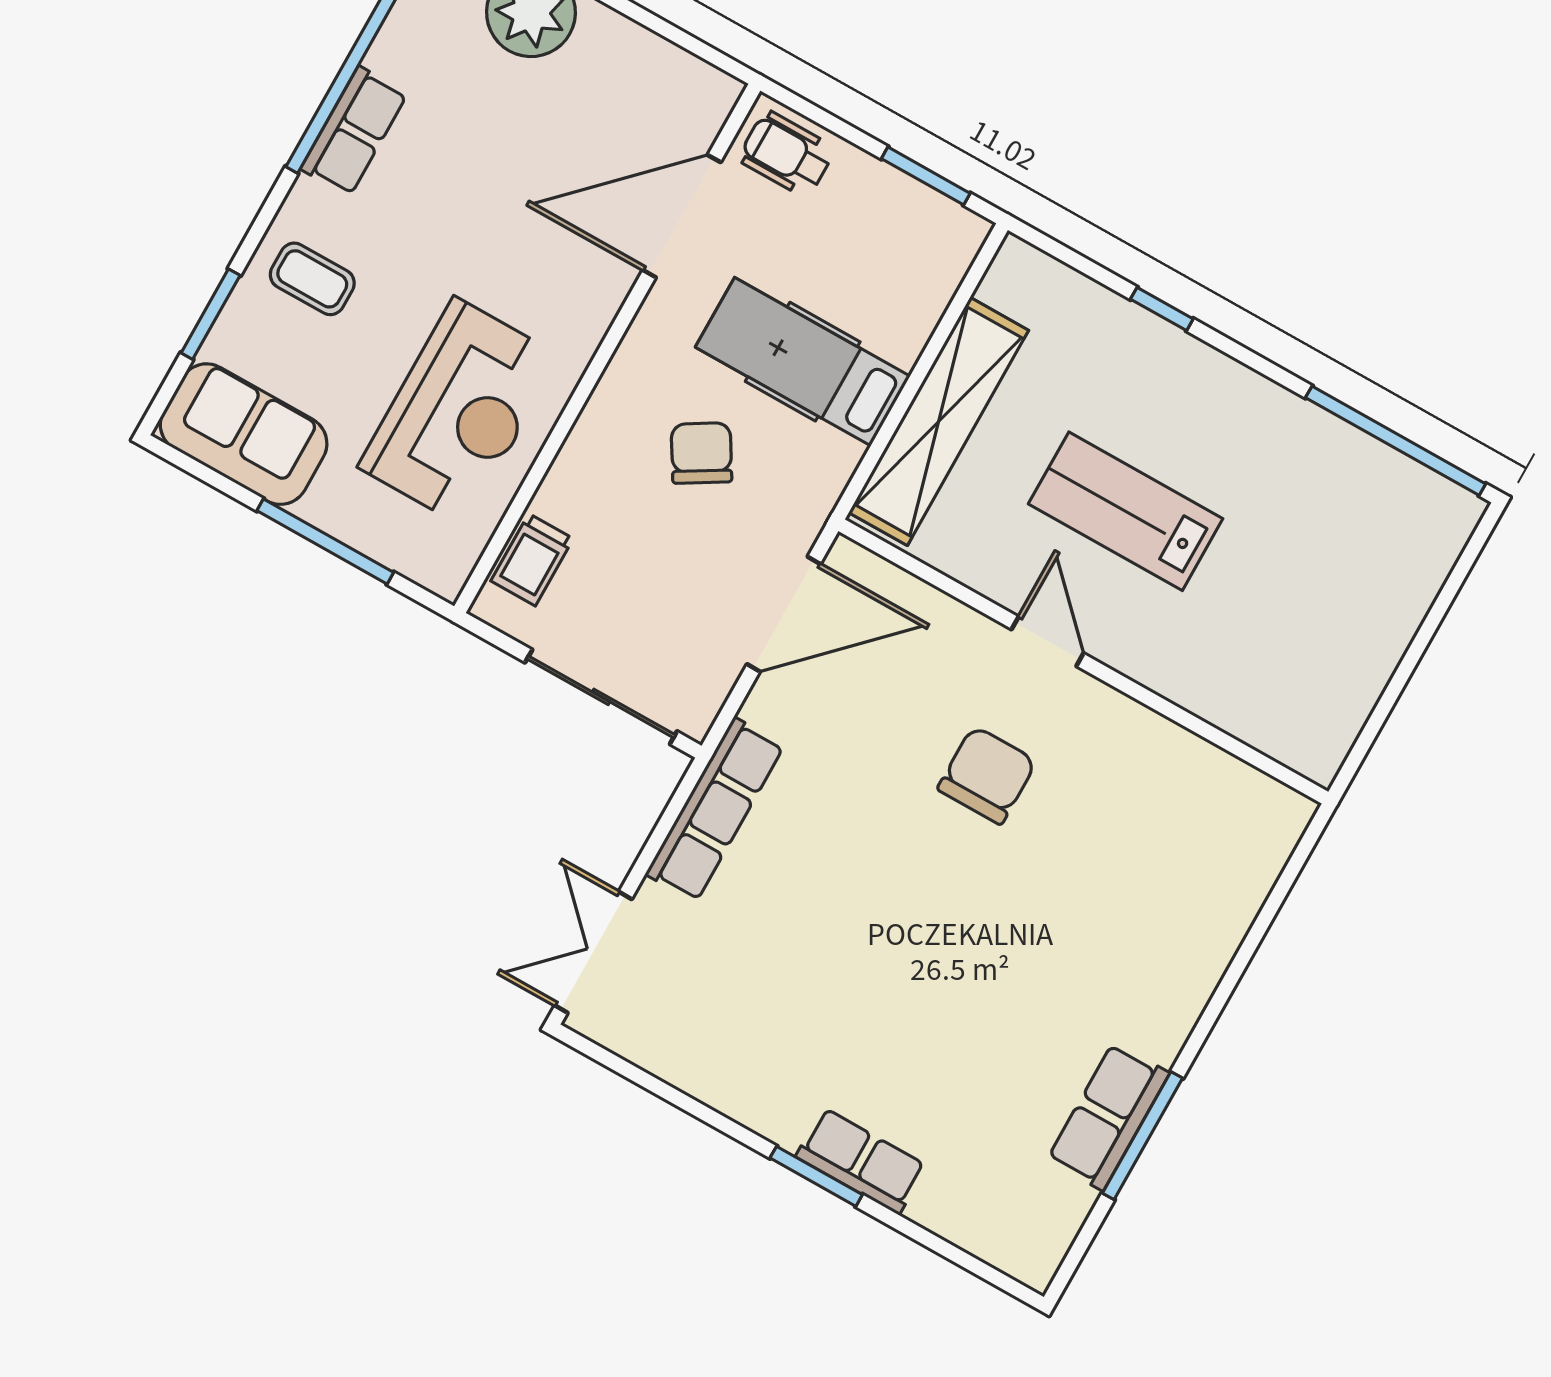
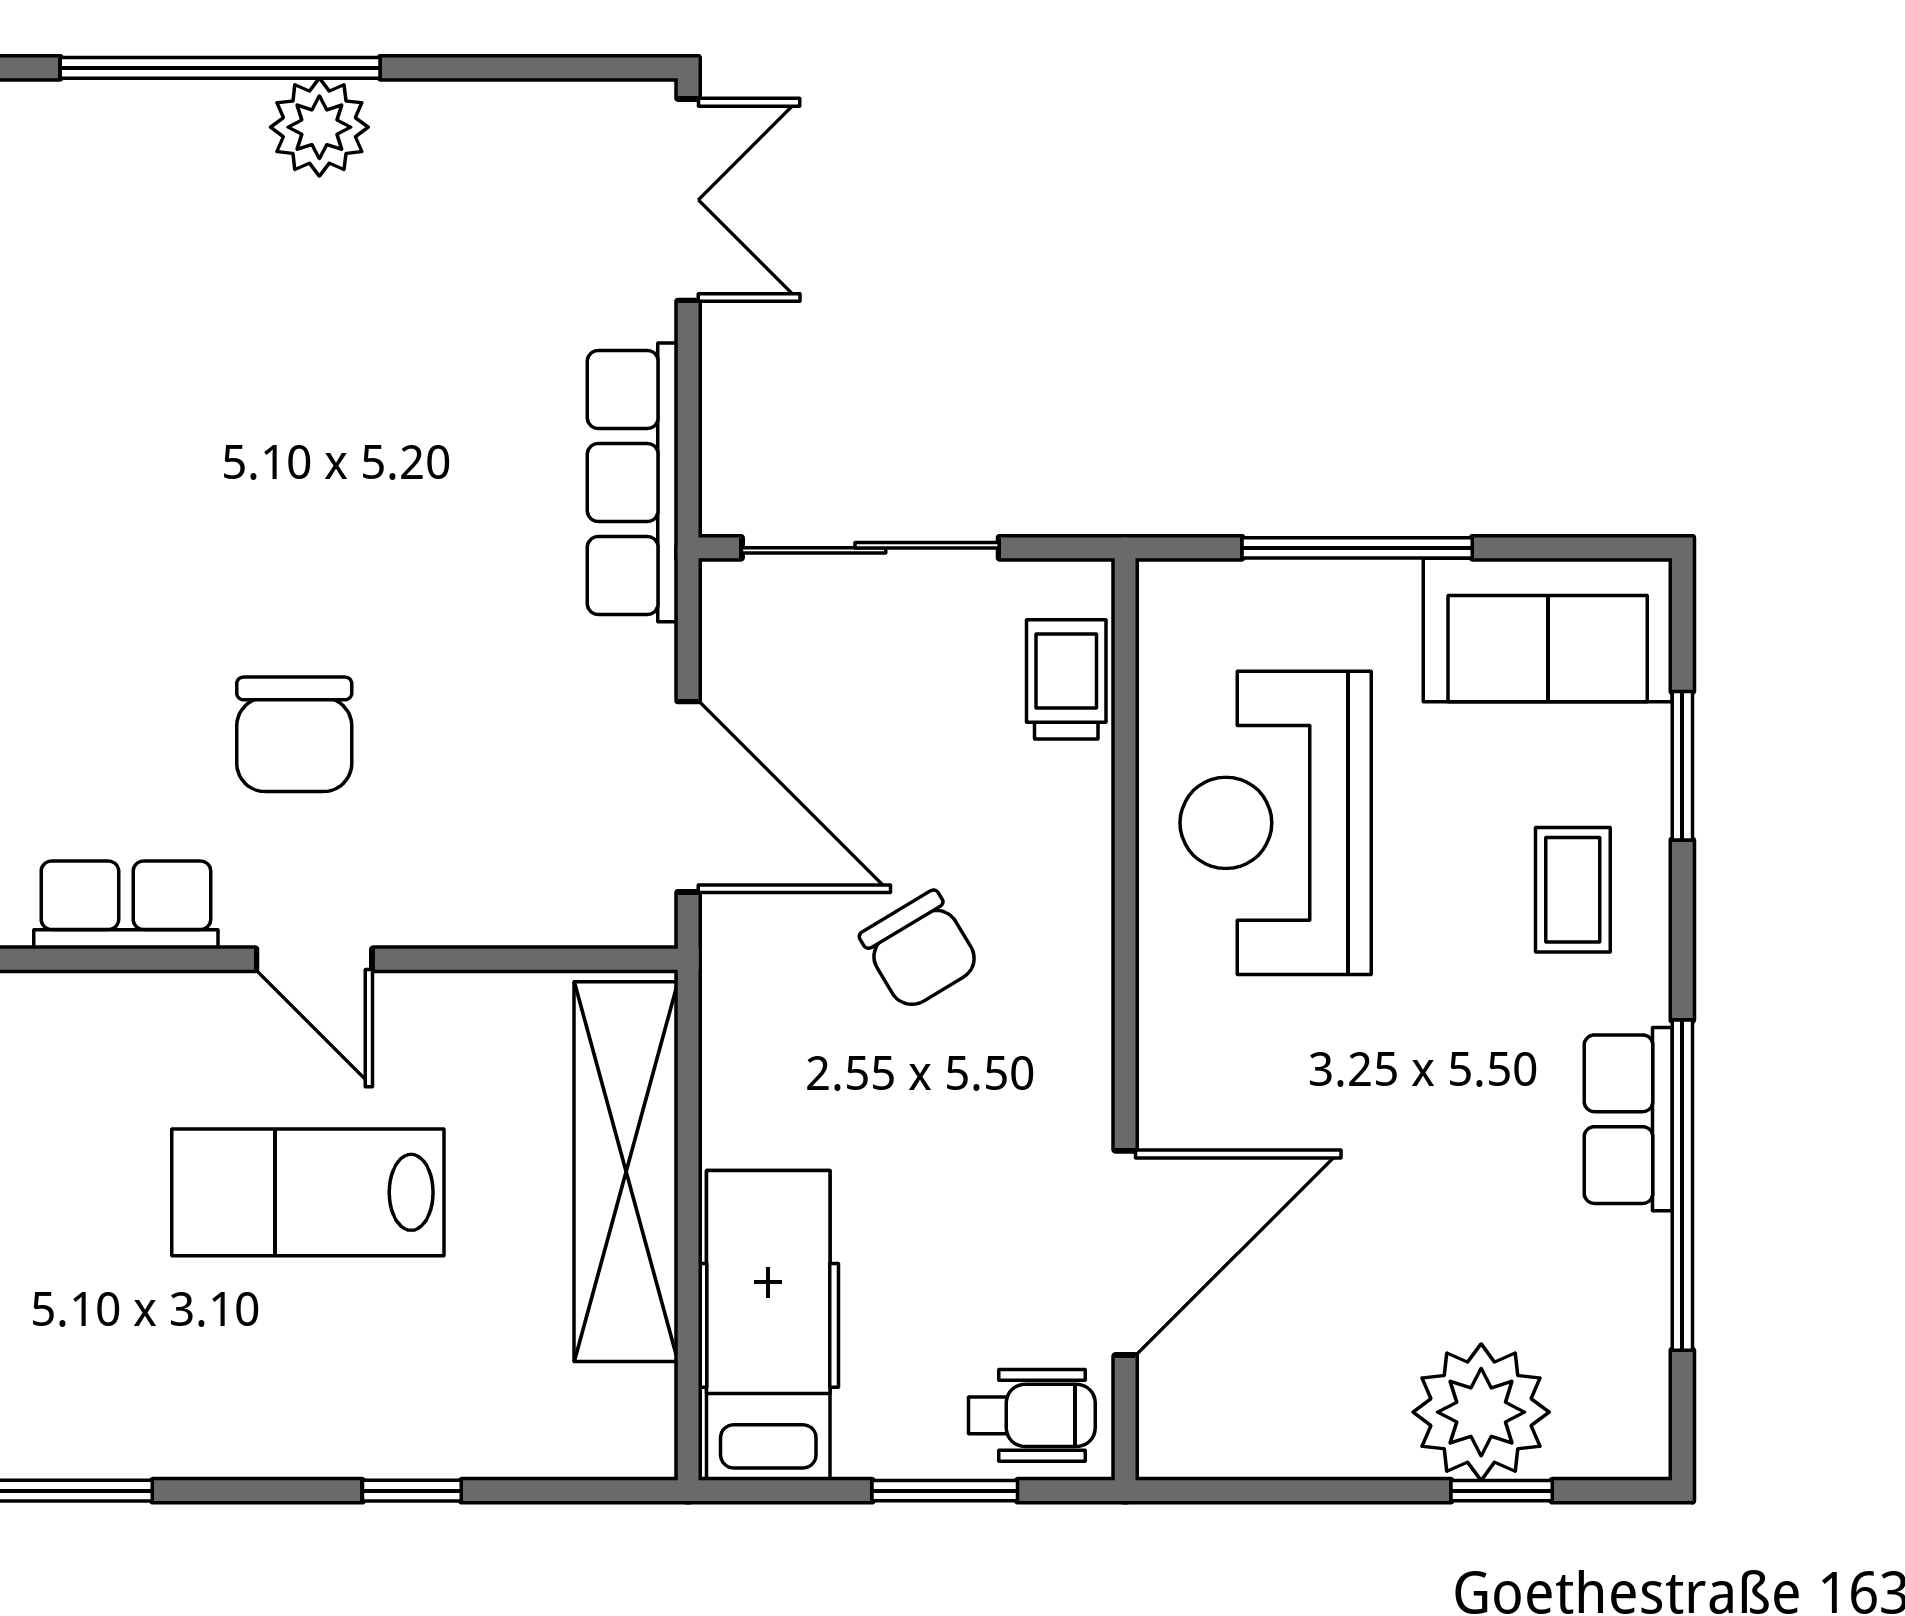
window: (926, 176) -> (945, 1491), moved
coffee table: (312, 279) -> (1573, 890), turned 90
hospital bed: (803, 362) -> (768, 1325), moved, turned -90
lab bench: (1126, 511) -> (308, 1192), turned 180
door: (784, 614) -> (688, 797), swing flipped
plant: (779, 1111) -> (319, 127), added
row of seats: (861, 1161) -> (126, 905), moved, turned 180
window: (816, 1176) -> (220, 68), width x2.11

